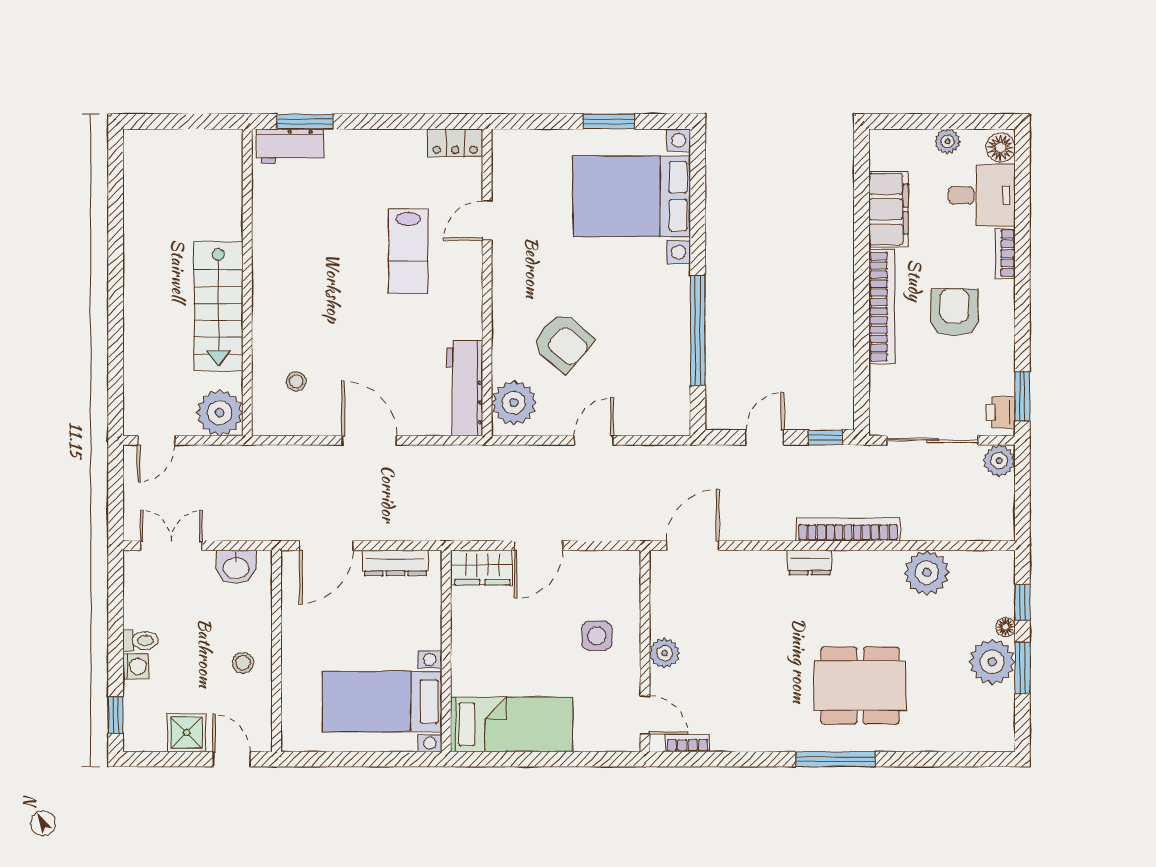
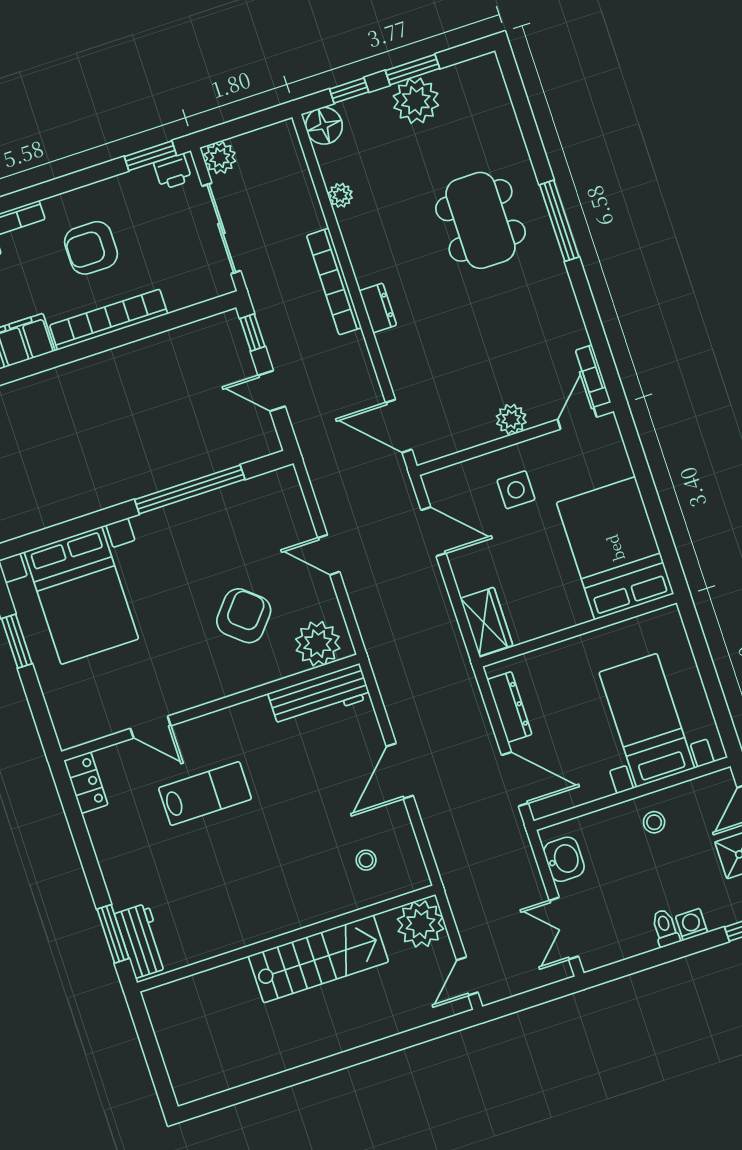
door: (156, 440) -> (467, 976), swing flipped
door: (539, 546) -> (433, 532), moved
plant: (927, 573) -> (340, 195), width x0.53, depth x0.53
floor lamp: (1005, 627) -> (324, 126), moved, width x1.89, depth x1.89
bed with nightstands: (382, 701) -> (647, 720), moved, turned 180
bed: (512, 724) -> (615, 548), width x1.50

